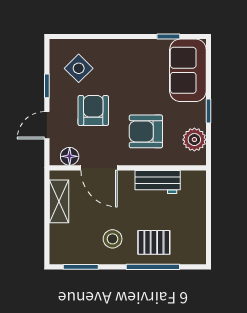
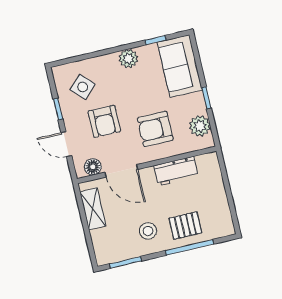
plant: (135, 49) -> (128, 59), added
armchair: (93, 110) -> (104, 121), turned 180
door: (47, 125) -> (66, 144), hinge flipped

